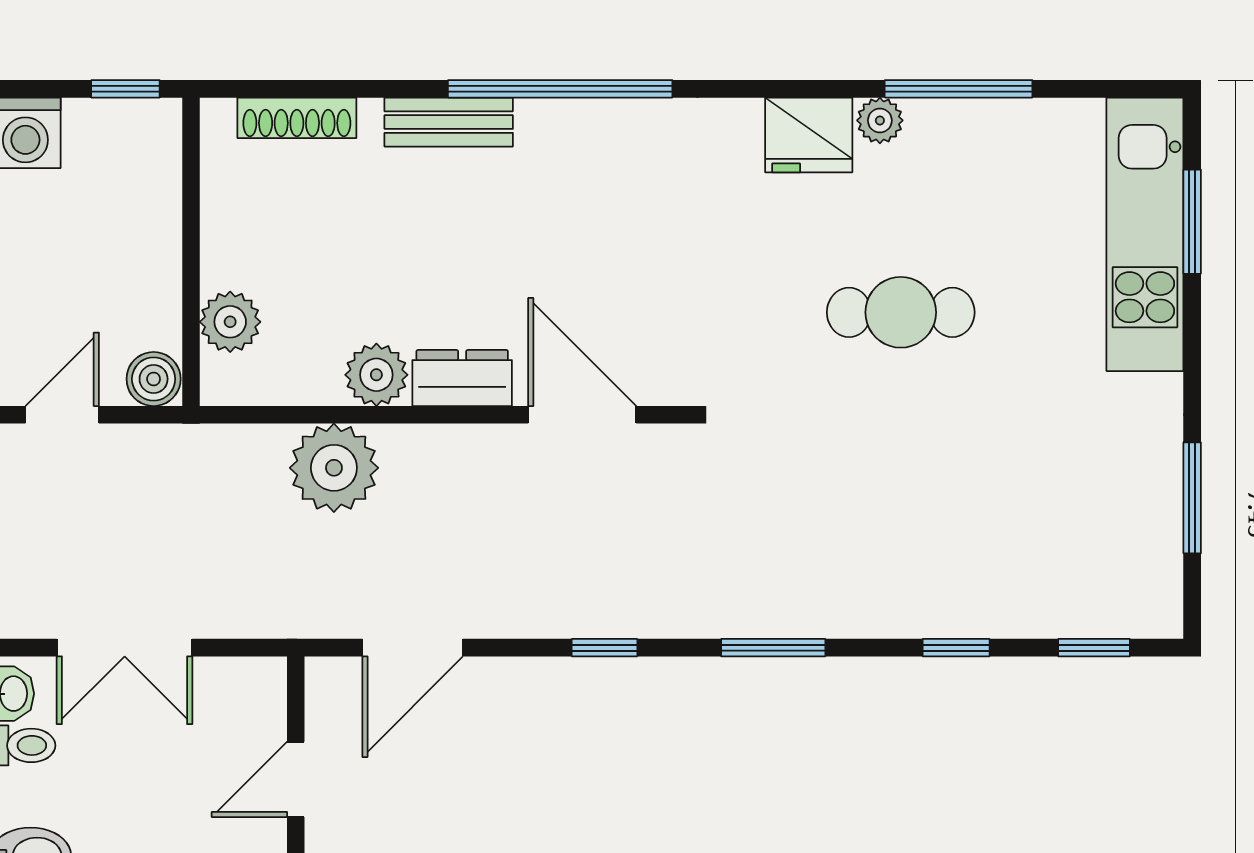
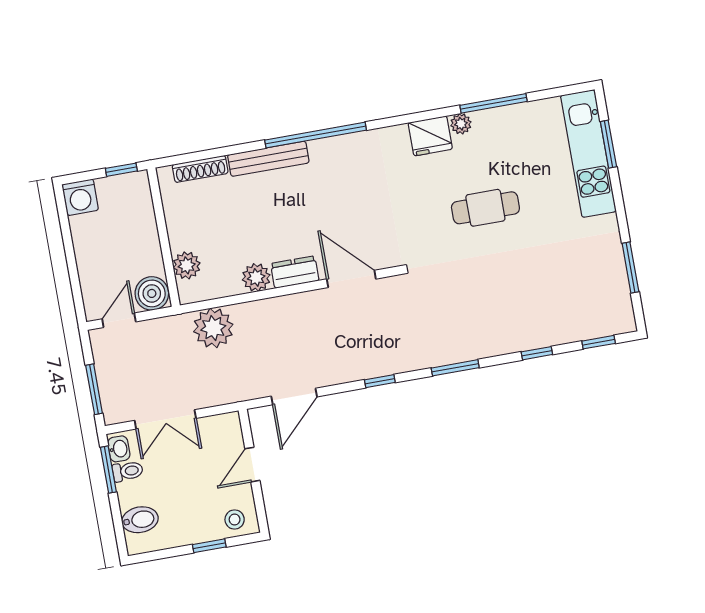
bench: (449, 122) -> (268, 159), width x1.36
boiler: (154, 379) -> (152, 293), width x1.36, depth x1.36
plant: (334, 468) -> (213, 328), moved

